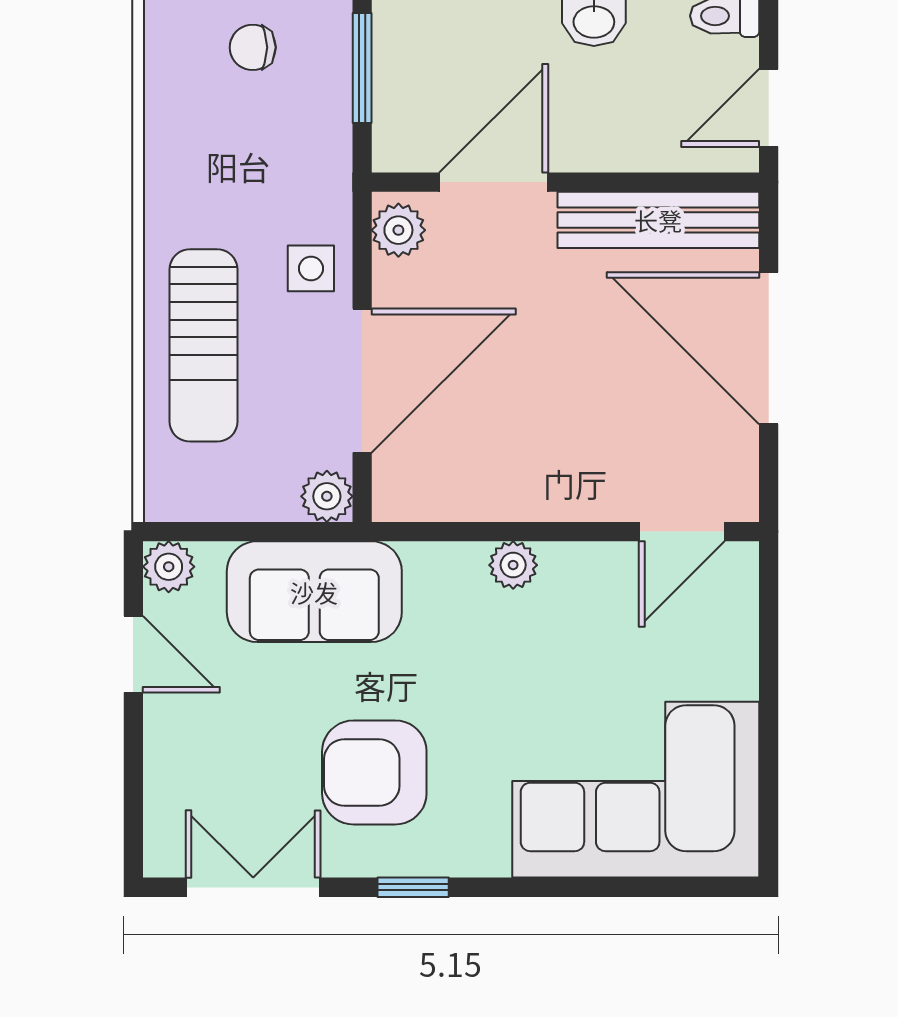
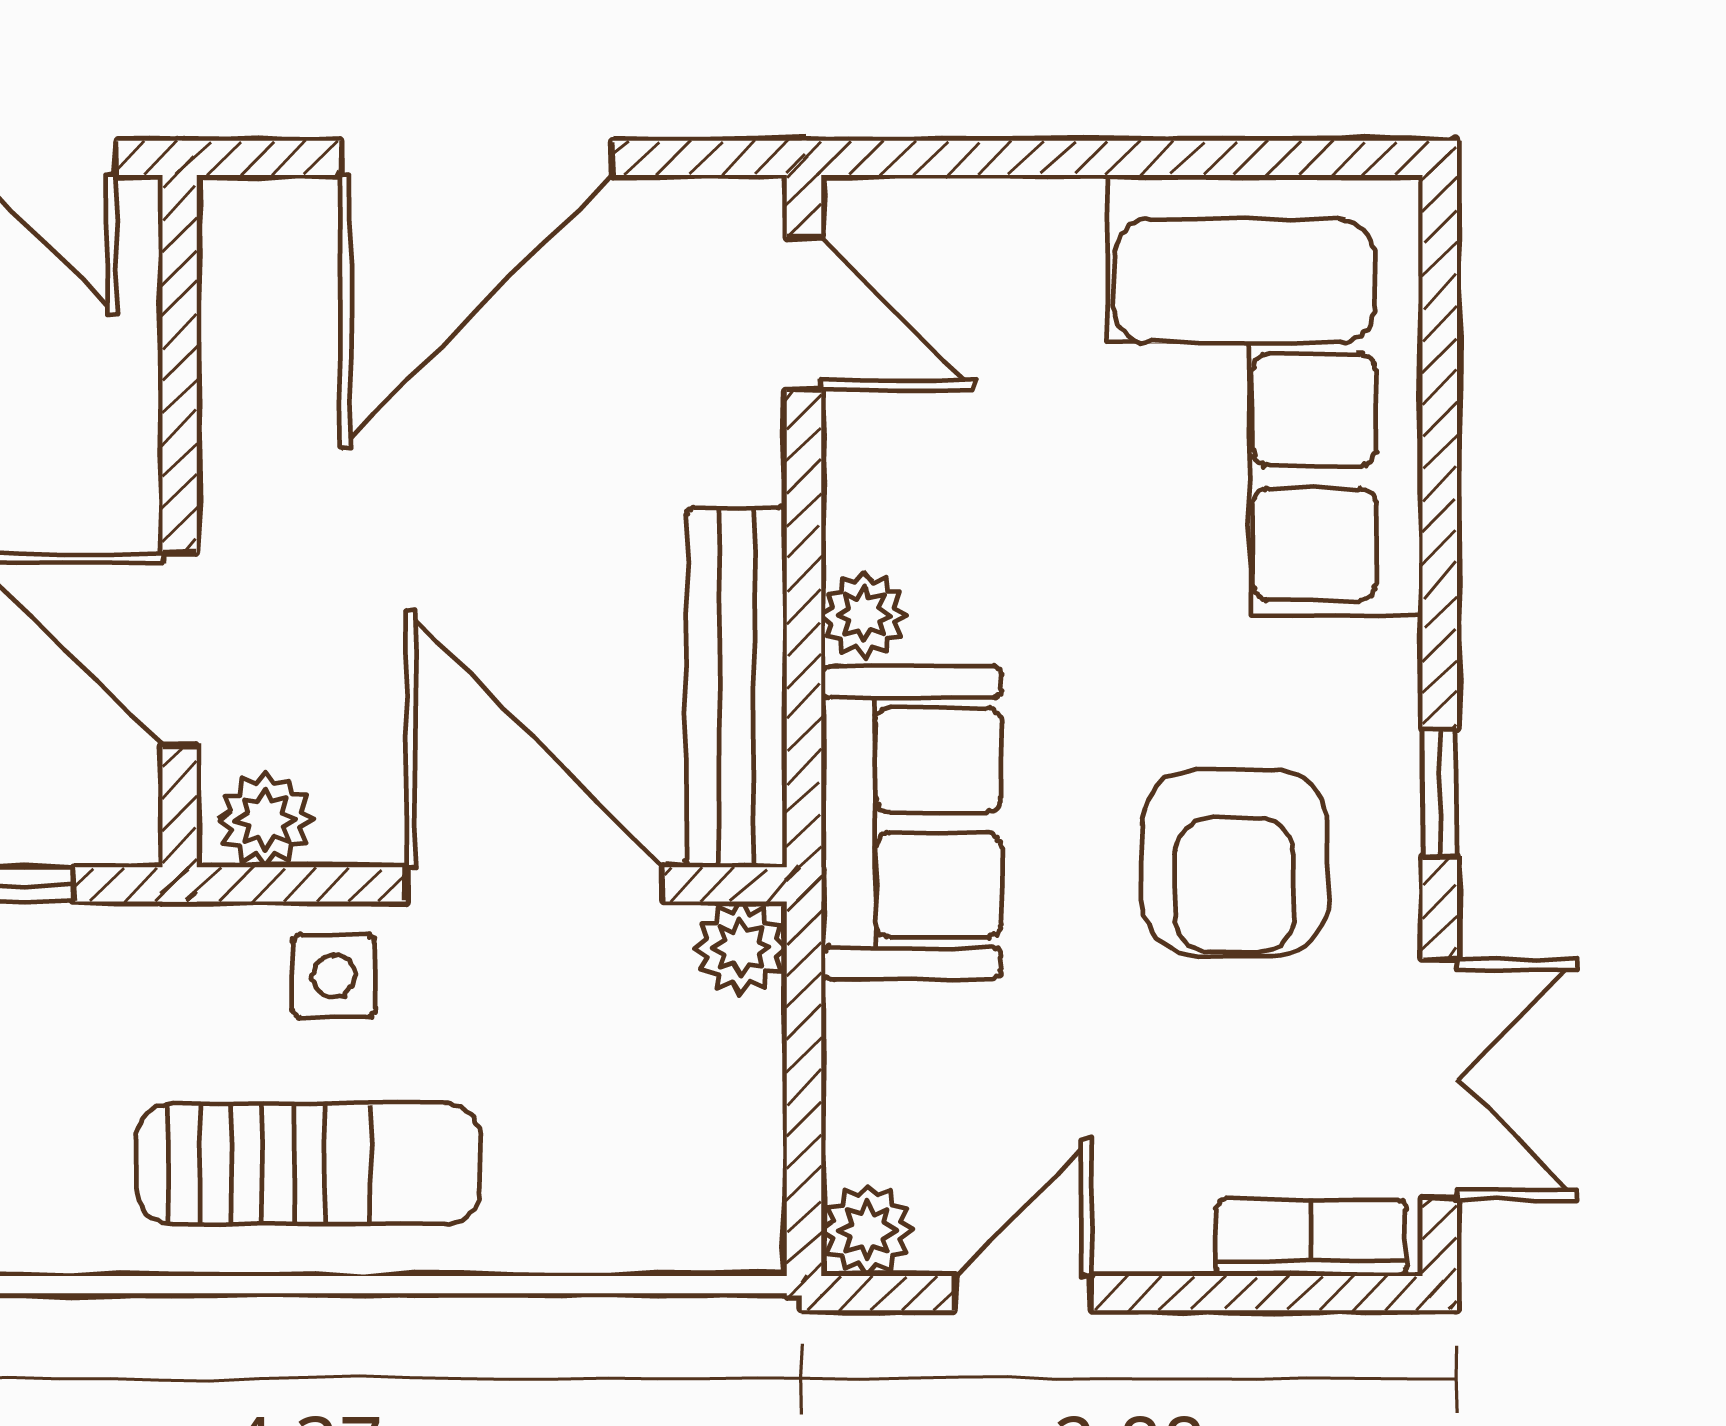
bench: (658, 220) -> (737, 687), moved
sun lounger: (204, 345) -> (309, 1164), moved
sofa: (314, 592) -> (911, 823), moved
bookcase: (164, 815) -> (1311, 1238), added
double door: (253, 887) -> (1440, 1079), swing flipped

